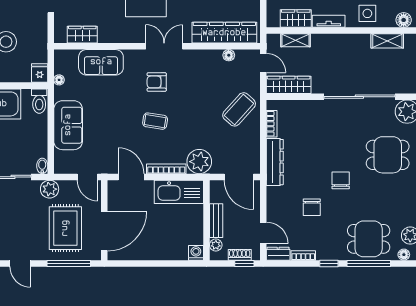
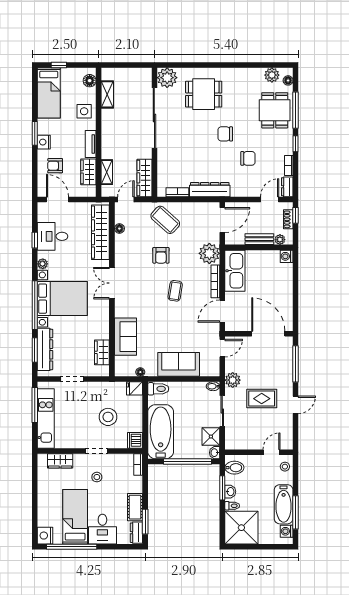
armchair: (157, 82) -> (161, 255), moved
dining table: (388, 155) -> (204, 94), turned 90
rug: (65, 228) -> (262, 399), moved, width x0.73, depth x0.70

